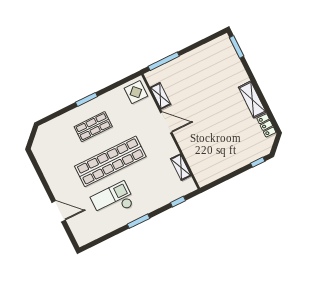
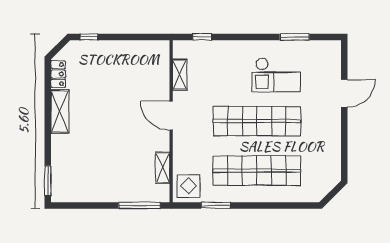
window: (86, 99) -> (216, 205), moved
door: (166, 122) -> (171, 116), moved
shop shelf: (93, 127) -> (257, 171), width x2.00, depth x1.36
door: (59, 211) -> (344, 93), swing flipped
window: (138, 221) -> (295, 37), moved

